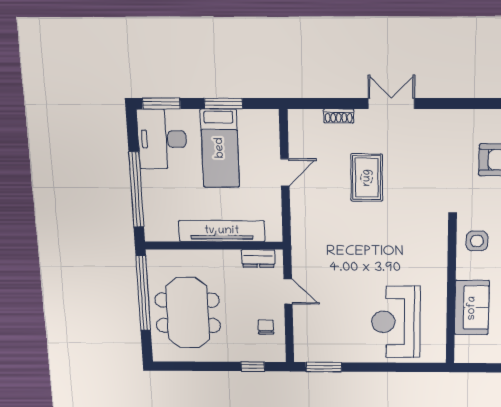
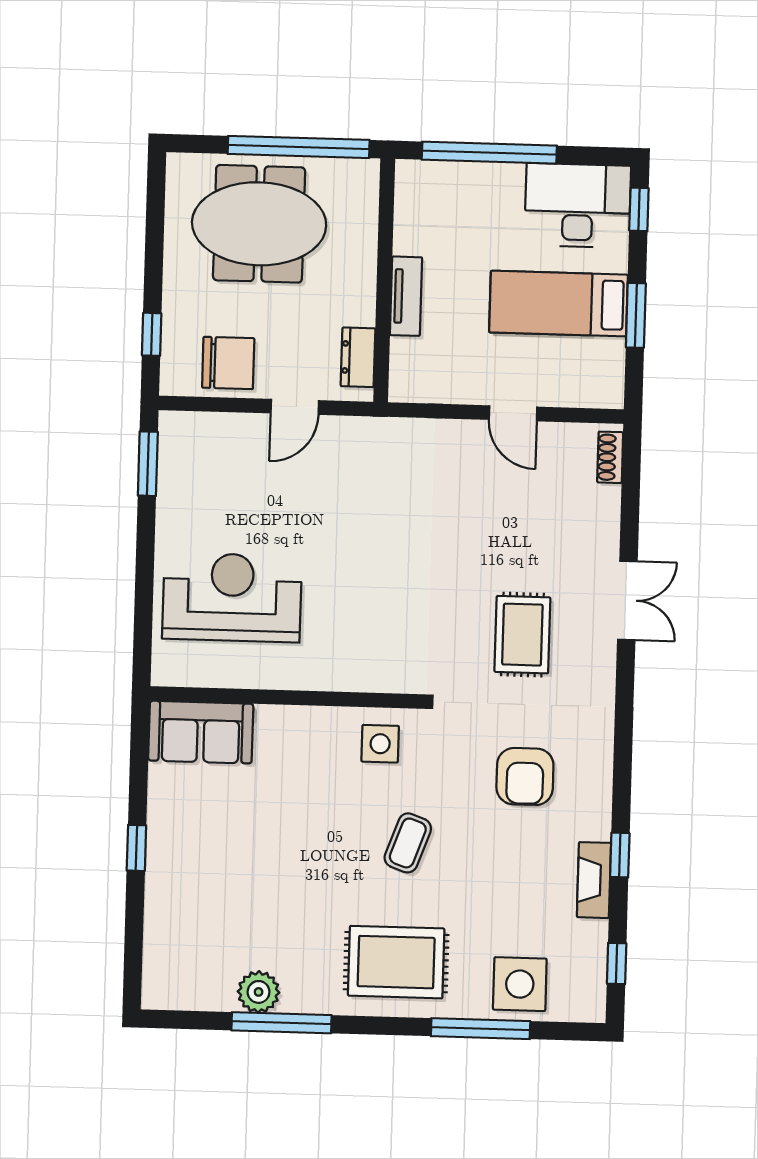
window: (161, 104) -> (639, 209), width x0.67
shoe rack: (339, 116) -> (610, 457), moved
rug: (367, 178) -> (522, 635), moved, turned 90
tv unit: (222, 231) -> (406, 296), width x0.52, depth x0.78
sofa: (472, 308) -> (201, 732), moved
chair: (266, 327) -> (228, 363), width x1.87, depth x1.87

